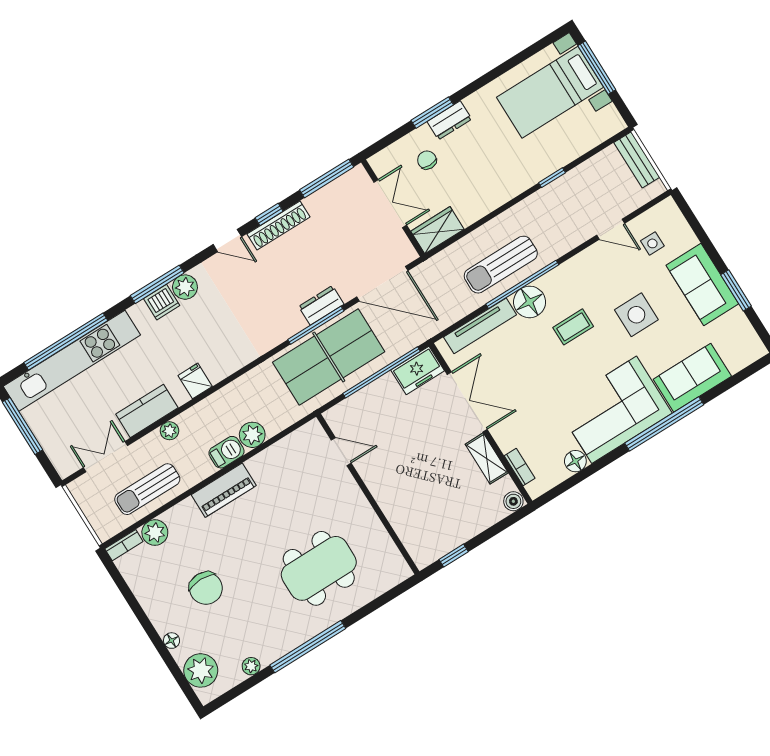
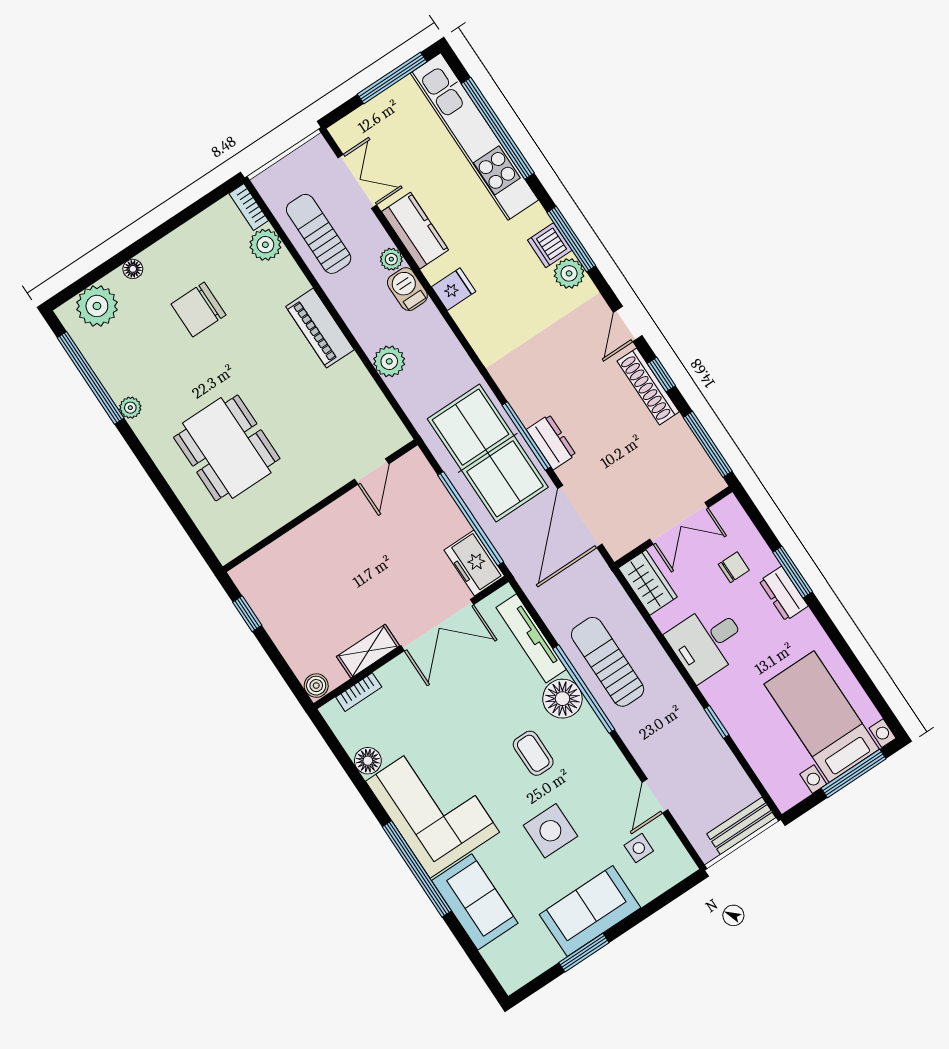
desk: (487, 183) -> (707, 642), added
barbecue: (226, 452) -> (407, 289), moved, turned 180
window: (308, 647) -> (91, 378), moved
plant: (251, 666) -> (130, 408), moved

